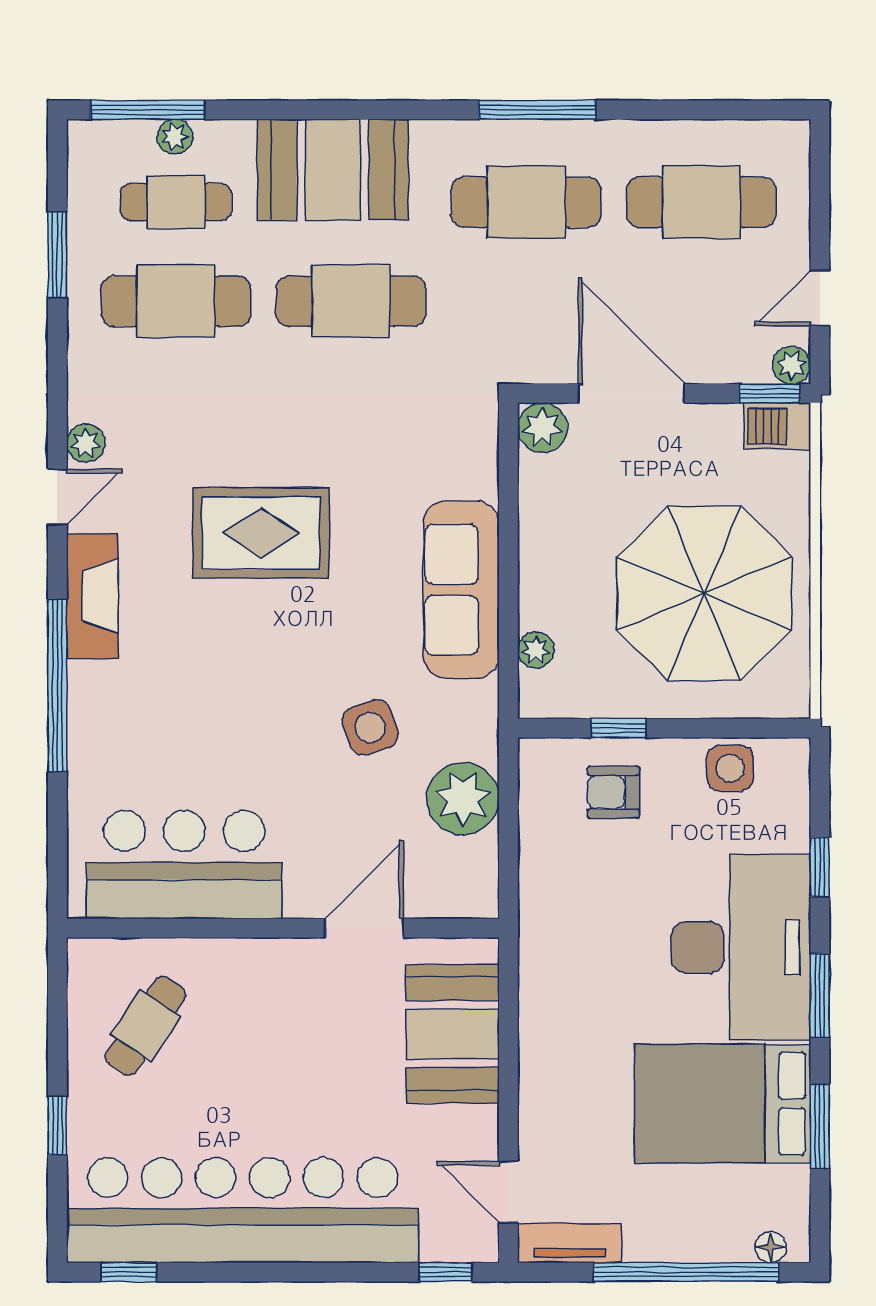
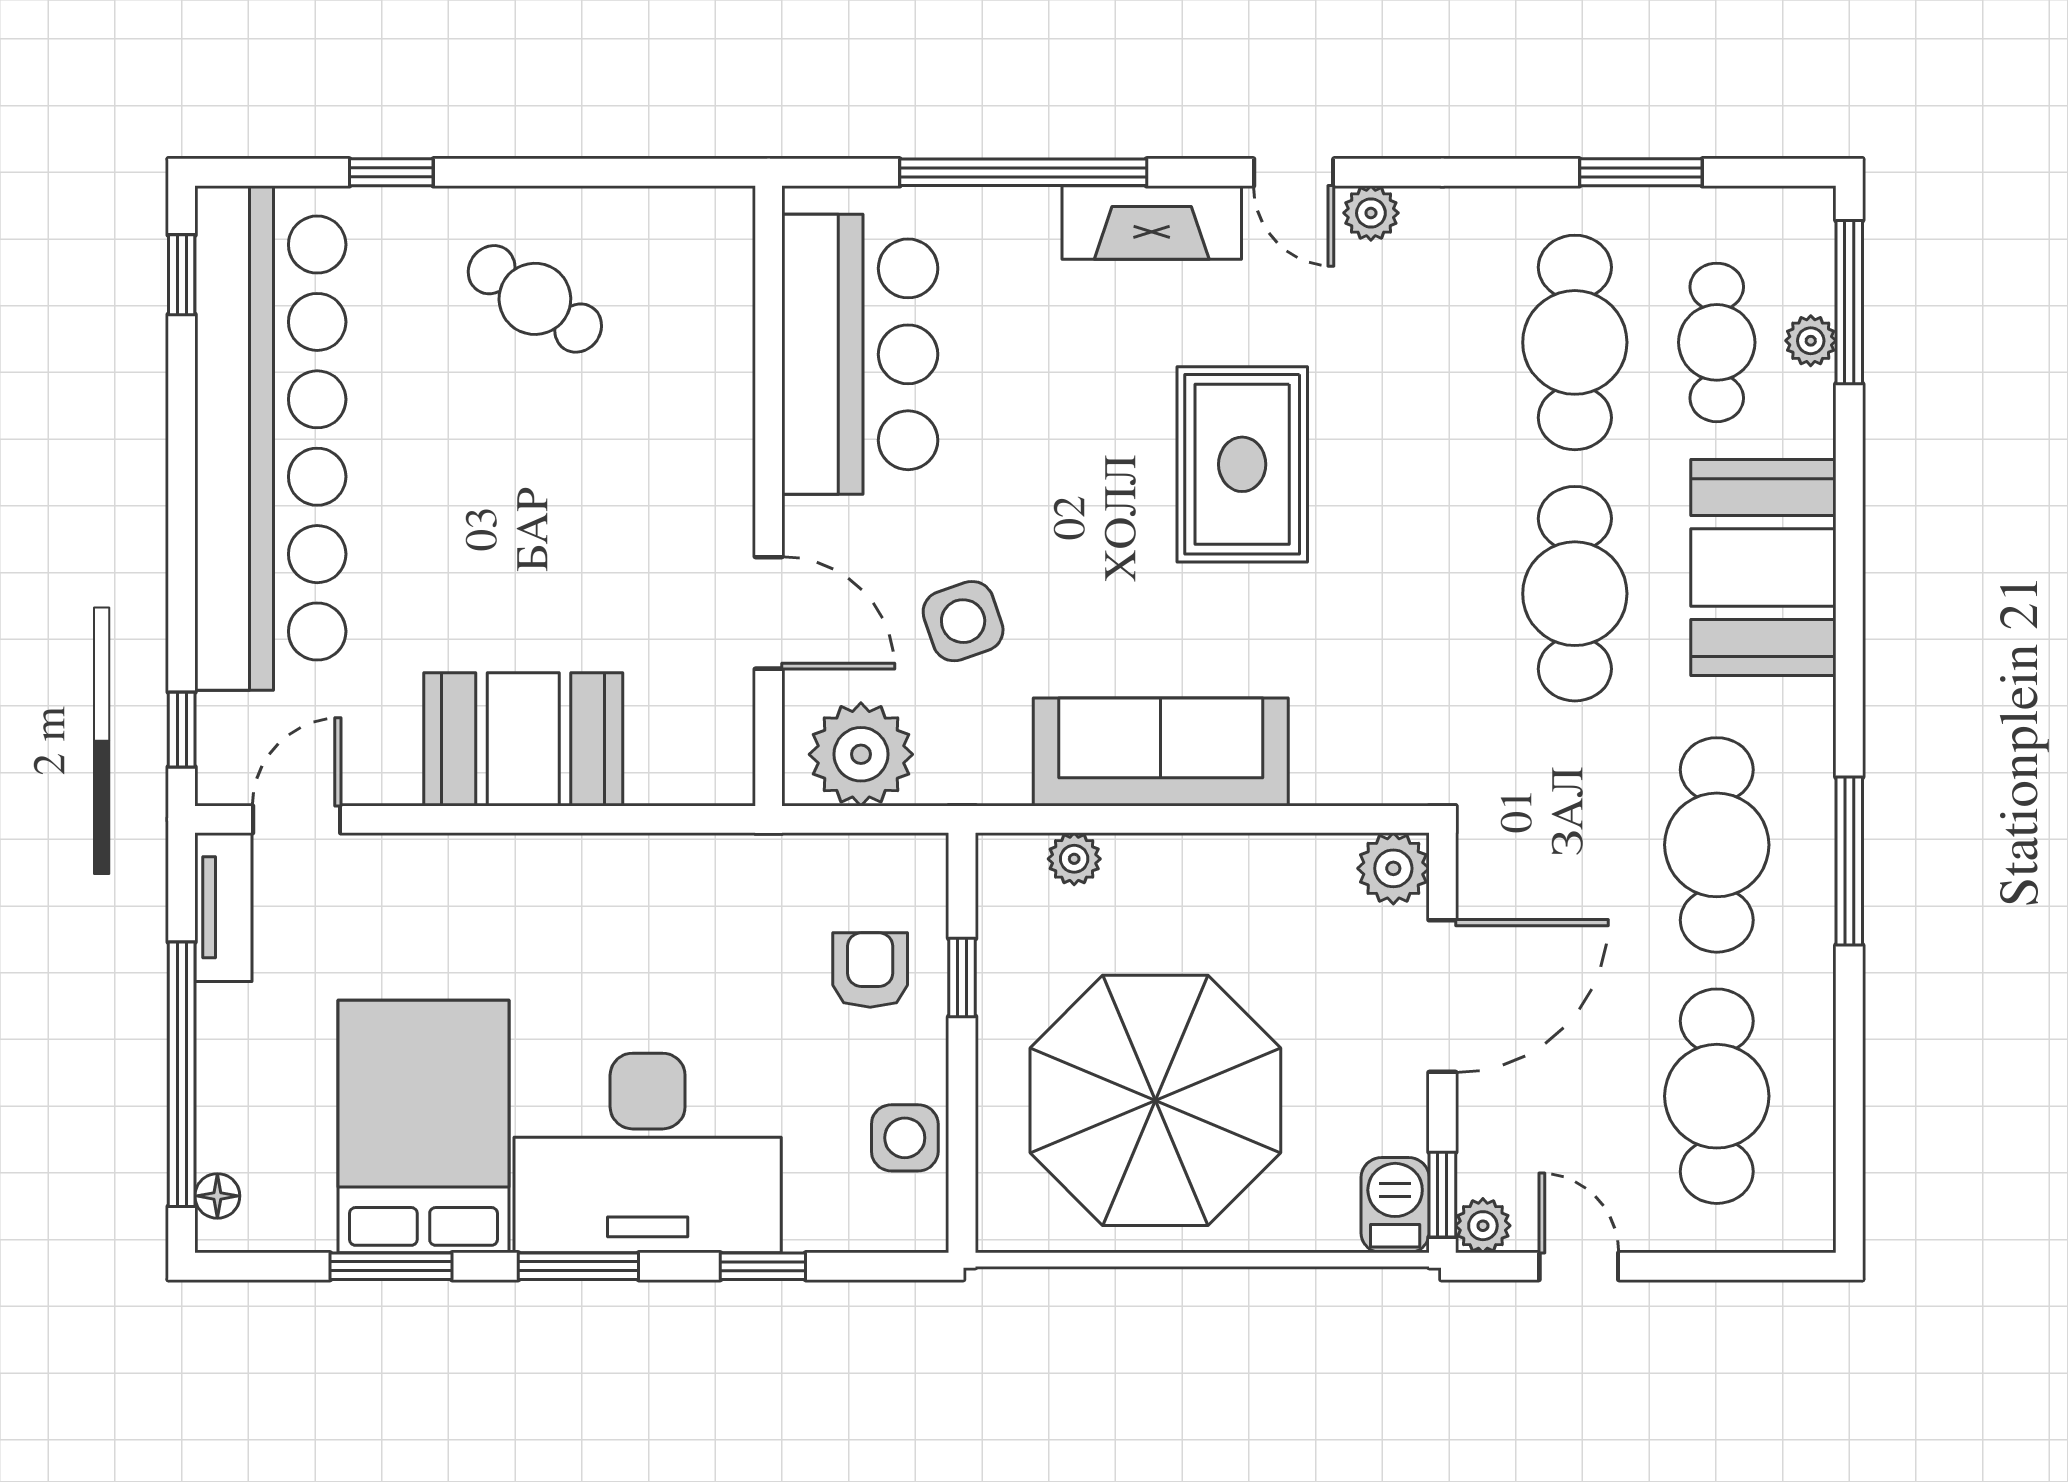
bar counter: (184, 865) -> (860, 354), moved
wall: (283, 928) -> (769, 496), moved
door: (364, 928) -> (769, 613), moved

